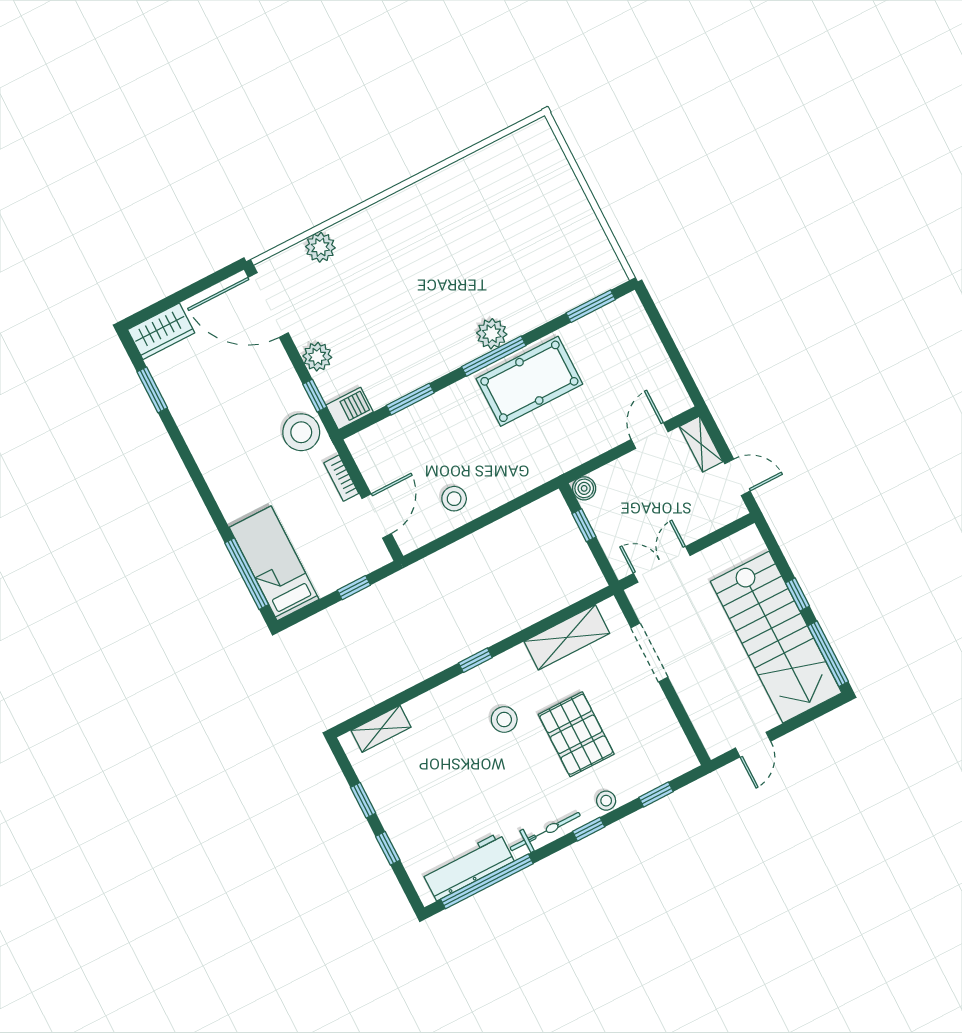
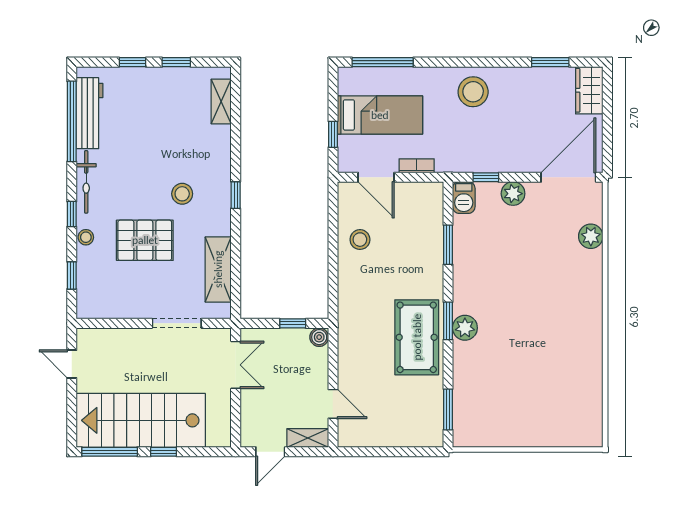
window: (494, 356) -> (448, 321), width x0.69
stool: (301, 432) -> (473, 92), moved
bed: (274, 563) -> (380, 115), moved

